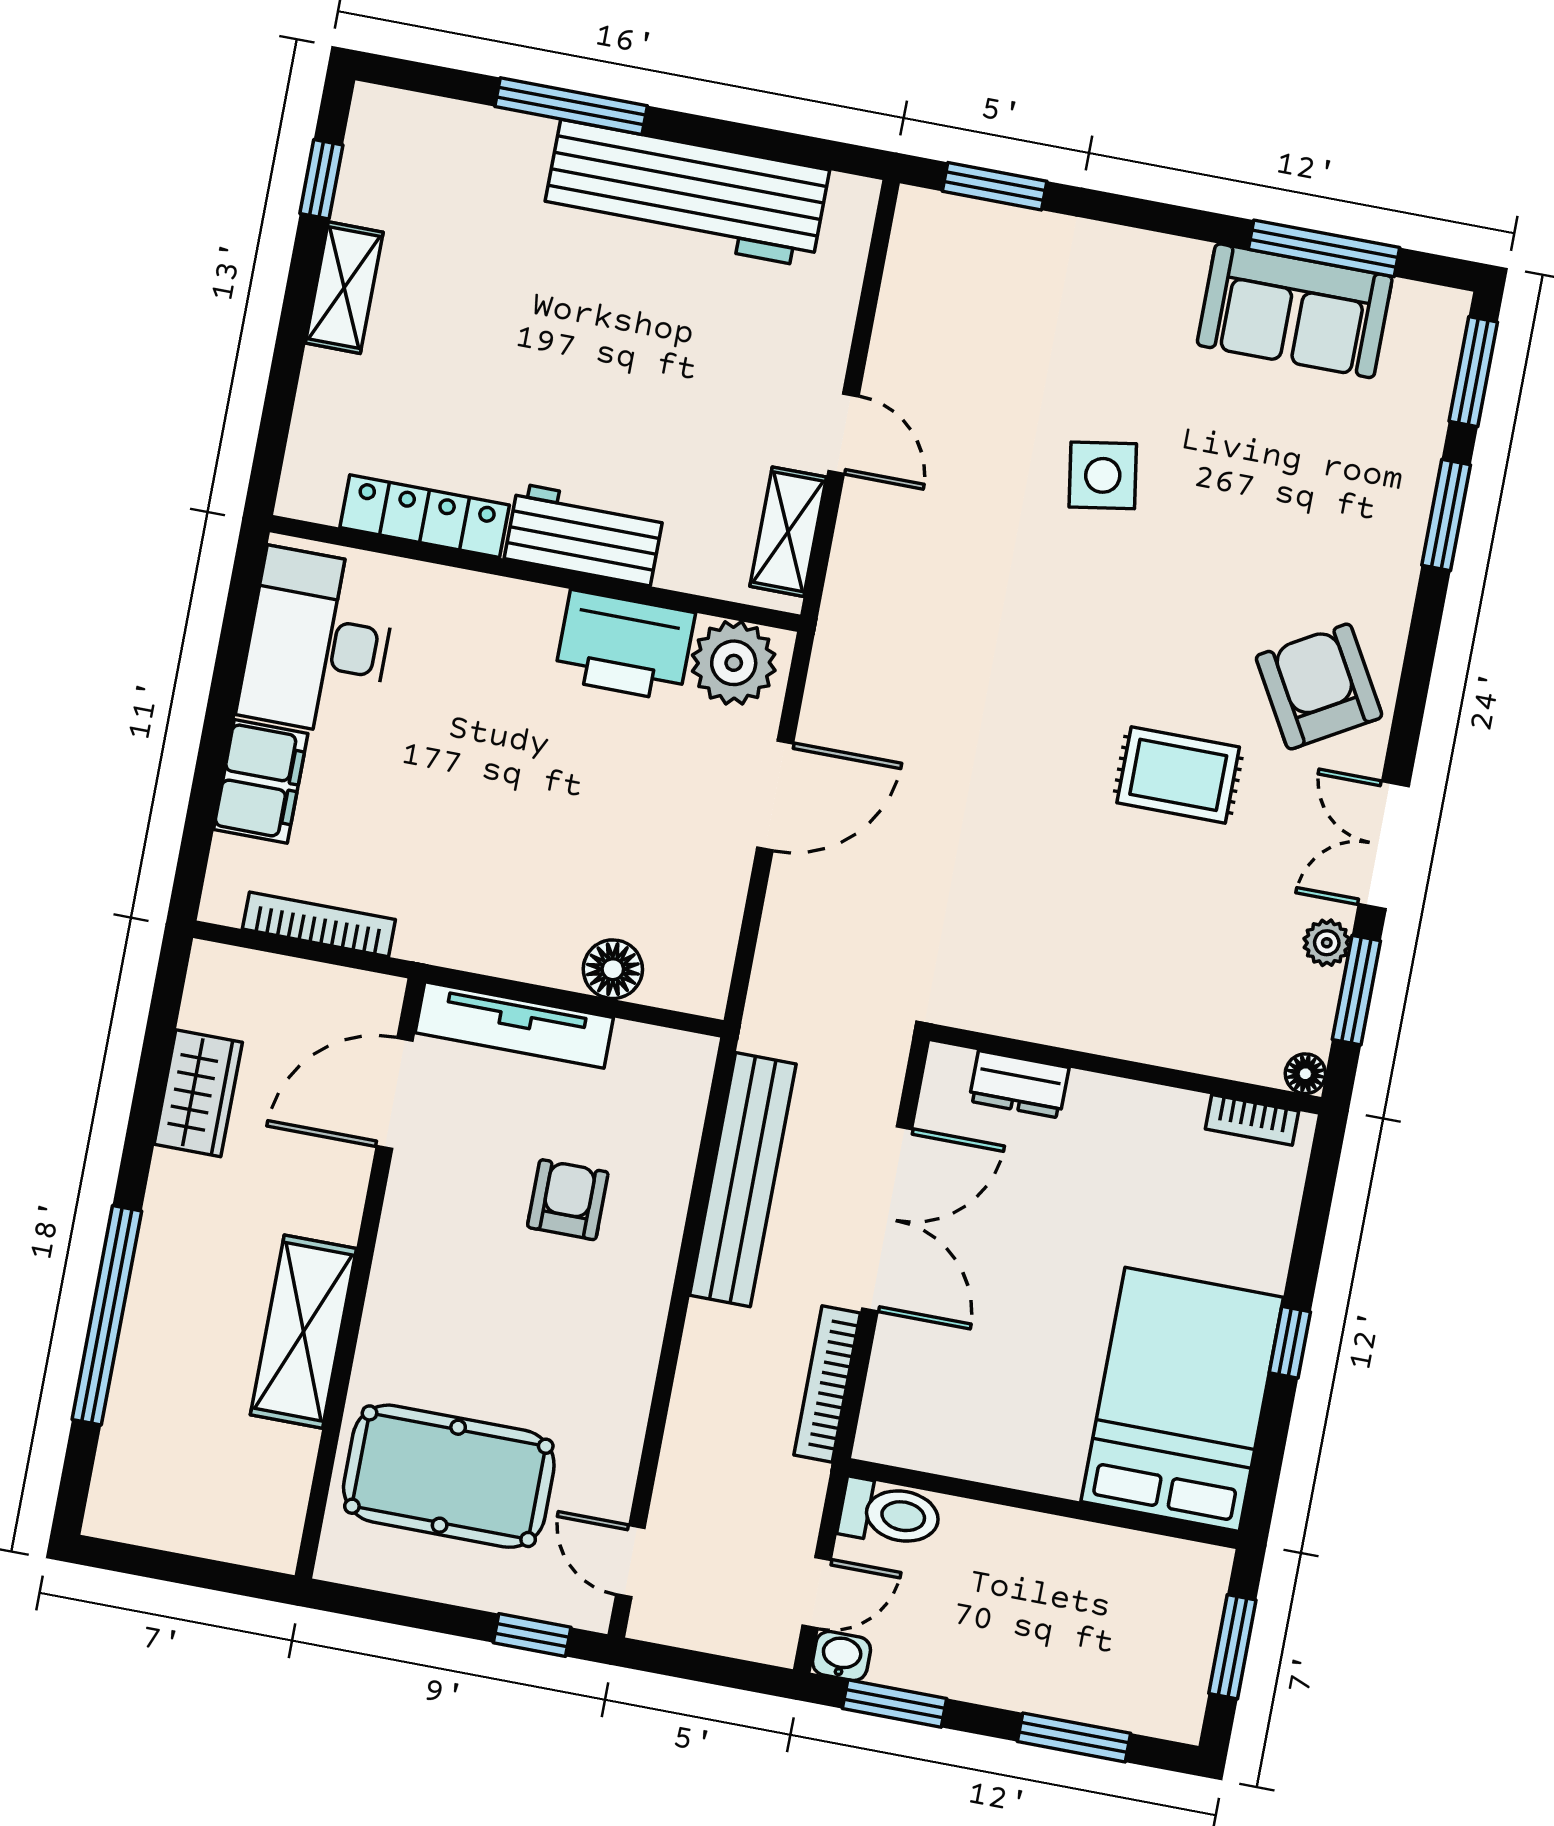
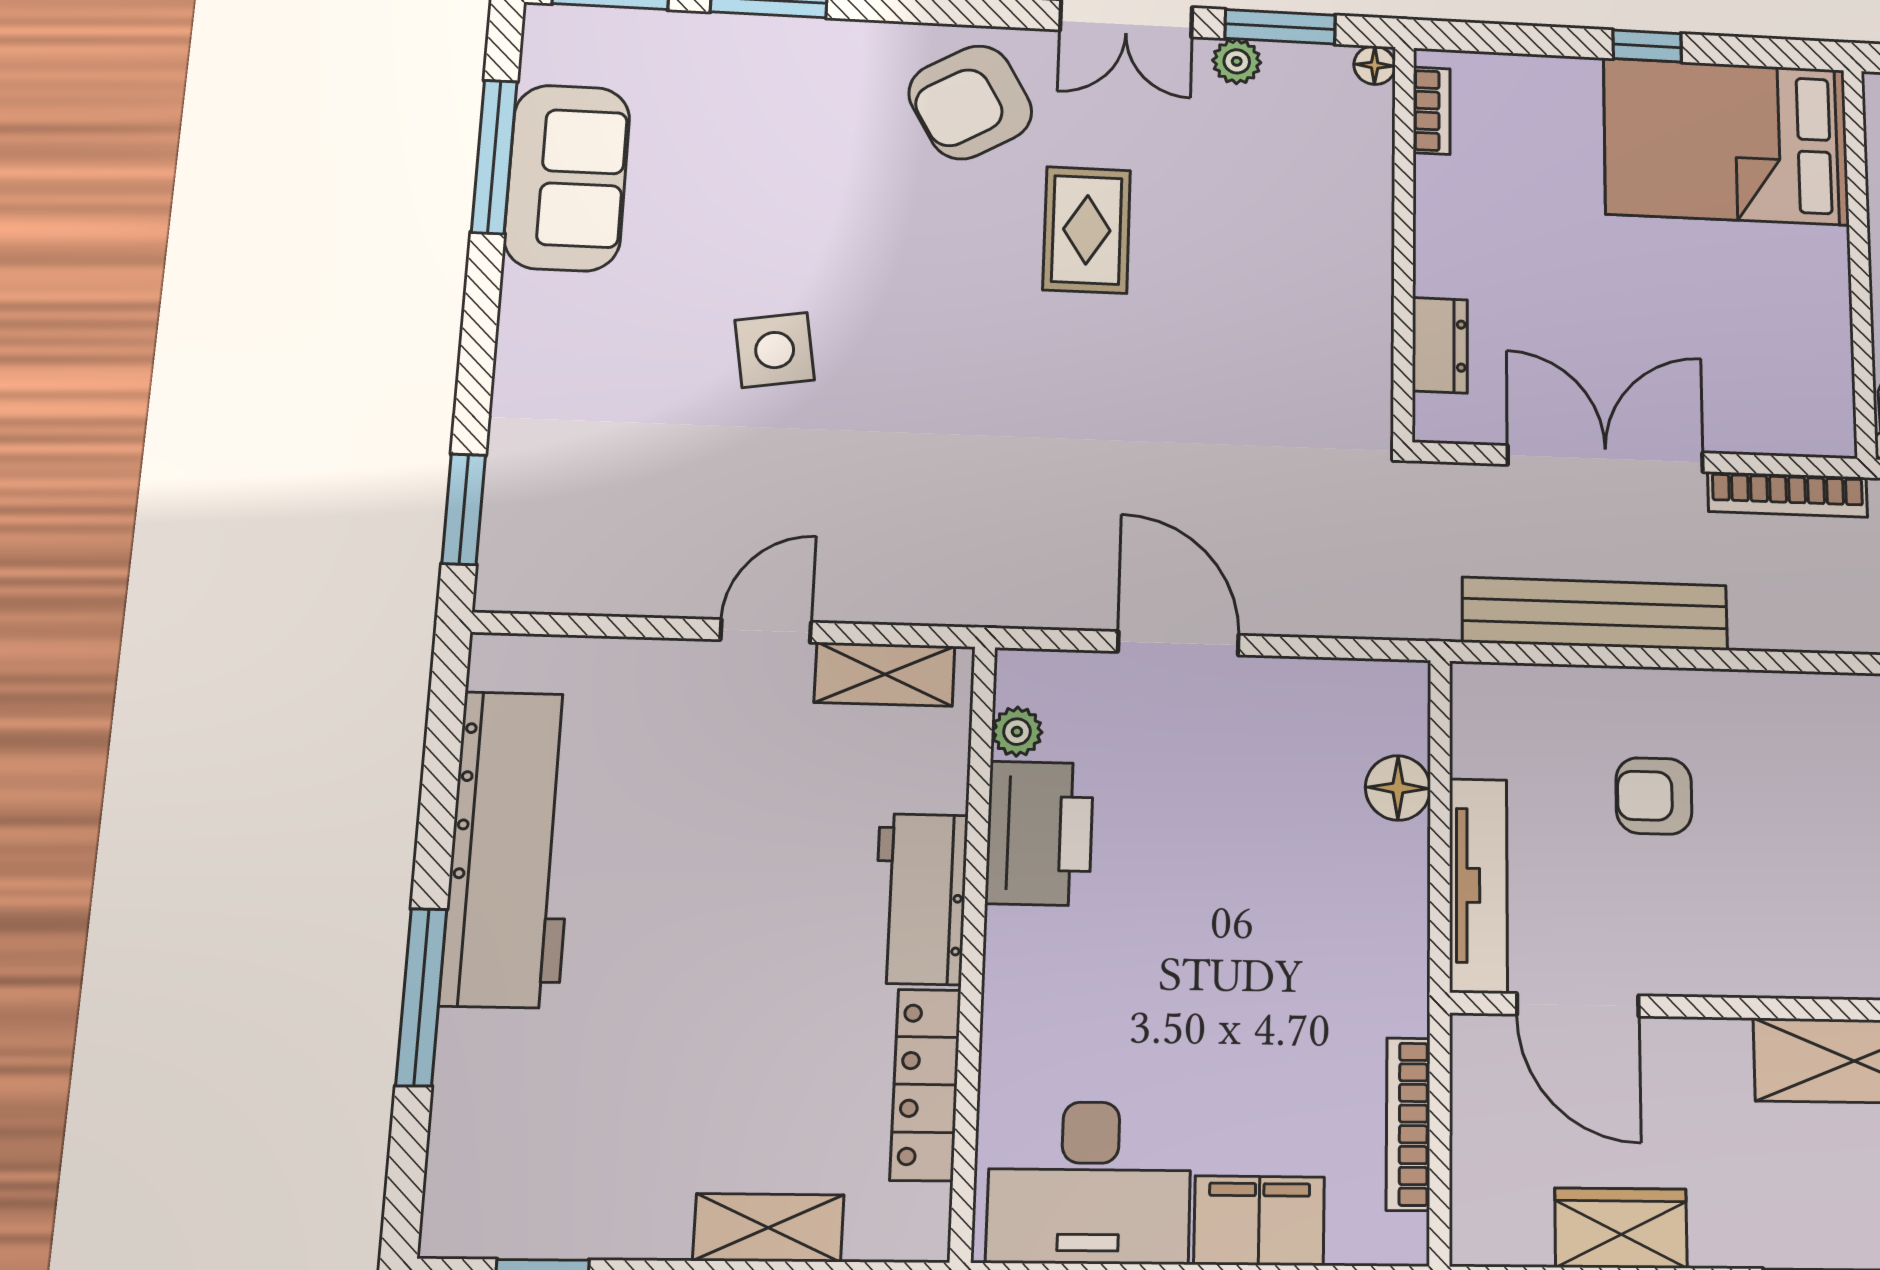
shelving: (344, 288) -> (768, 1228), moved
plant: (734, 663) -> (1017, 732), width x0.53, depth x0.53

